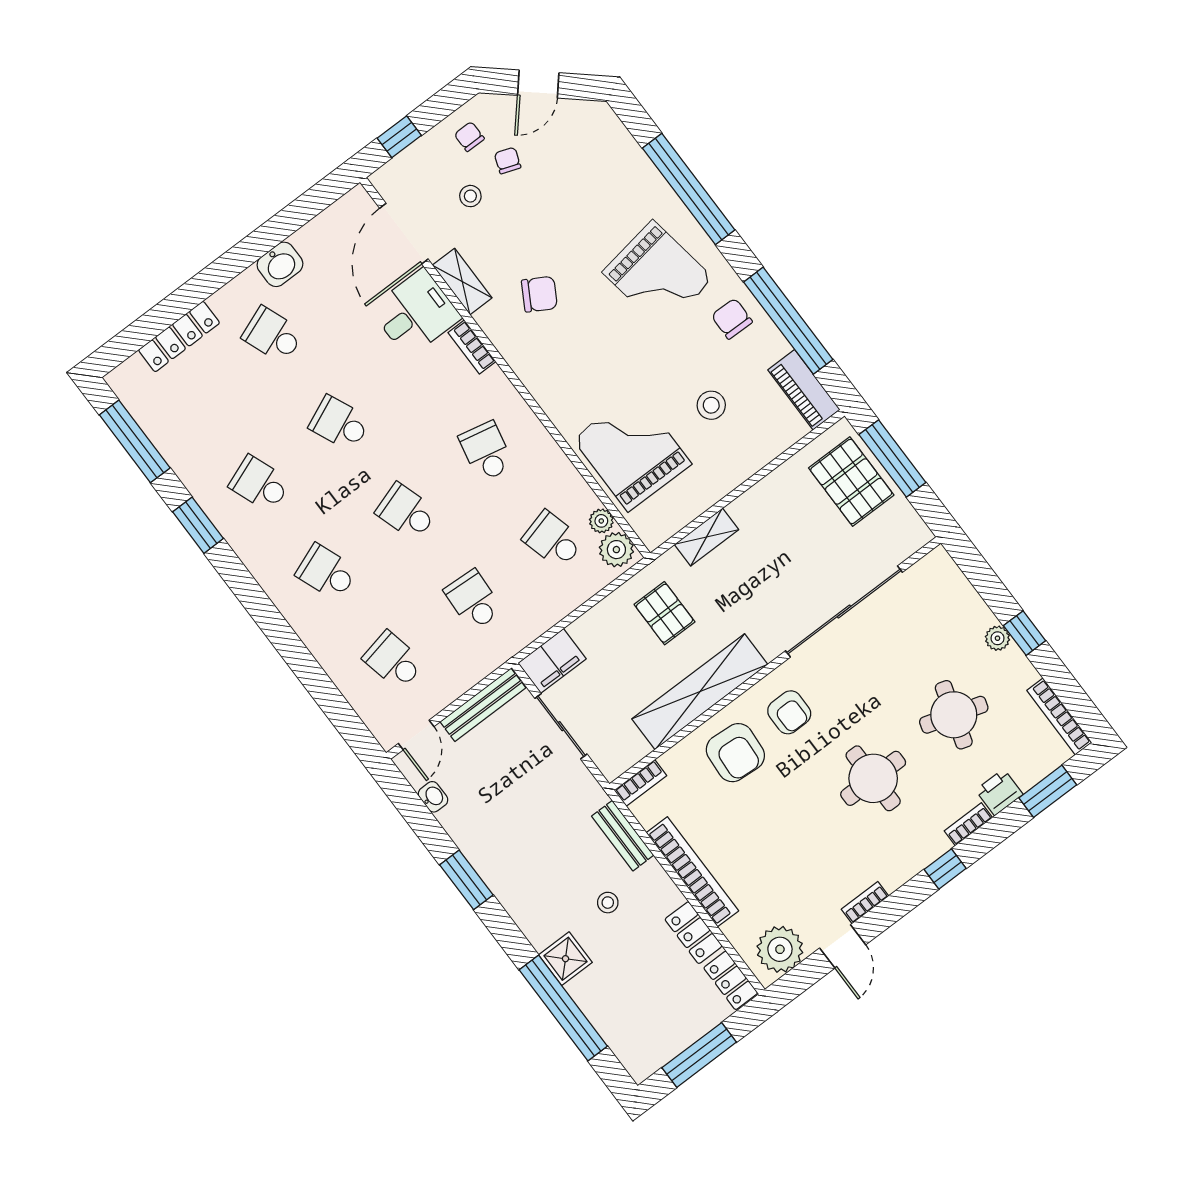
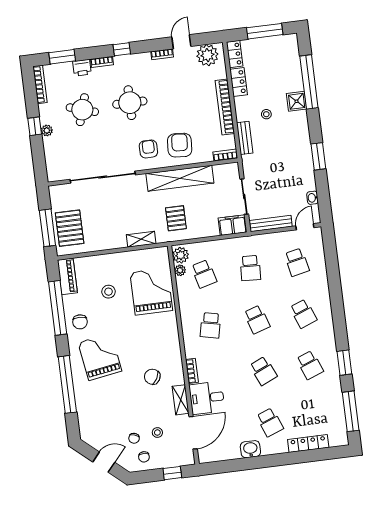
grand piano: (632, 451) -> (151, 291), turned 180

